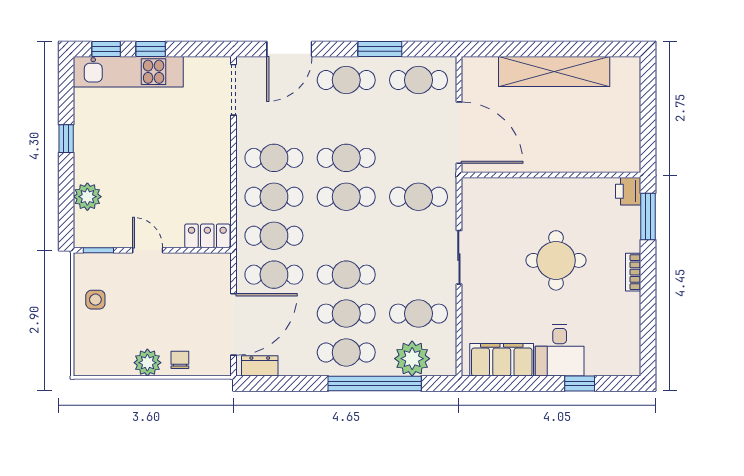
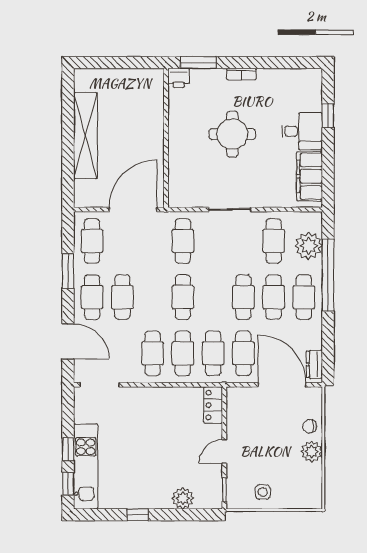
cafe table: (346, 158) -> (122, 297), moved

